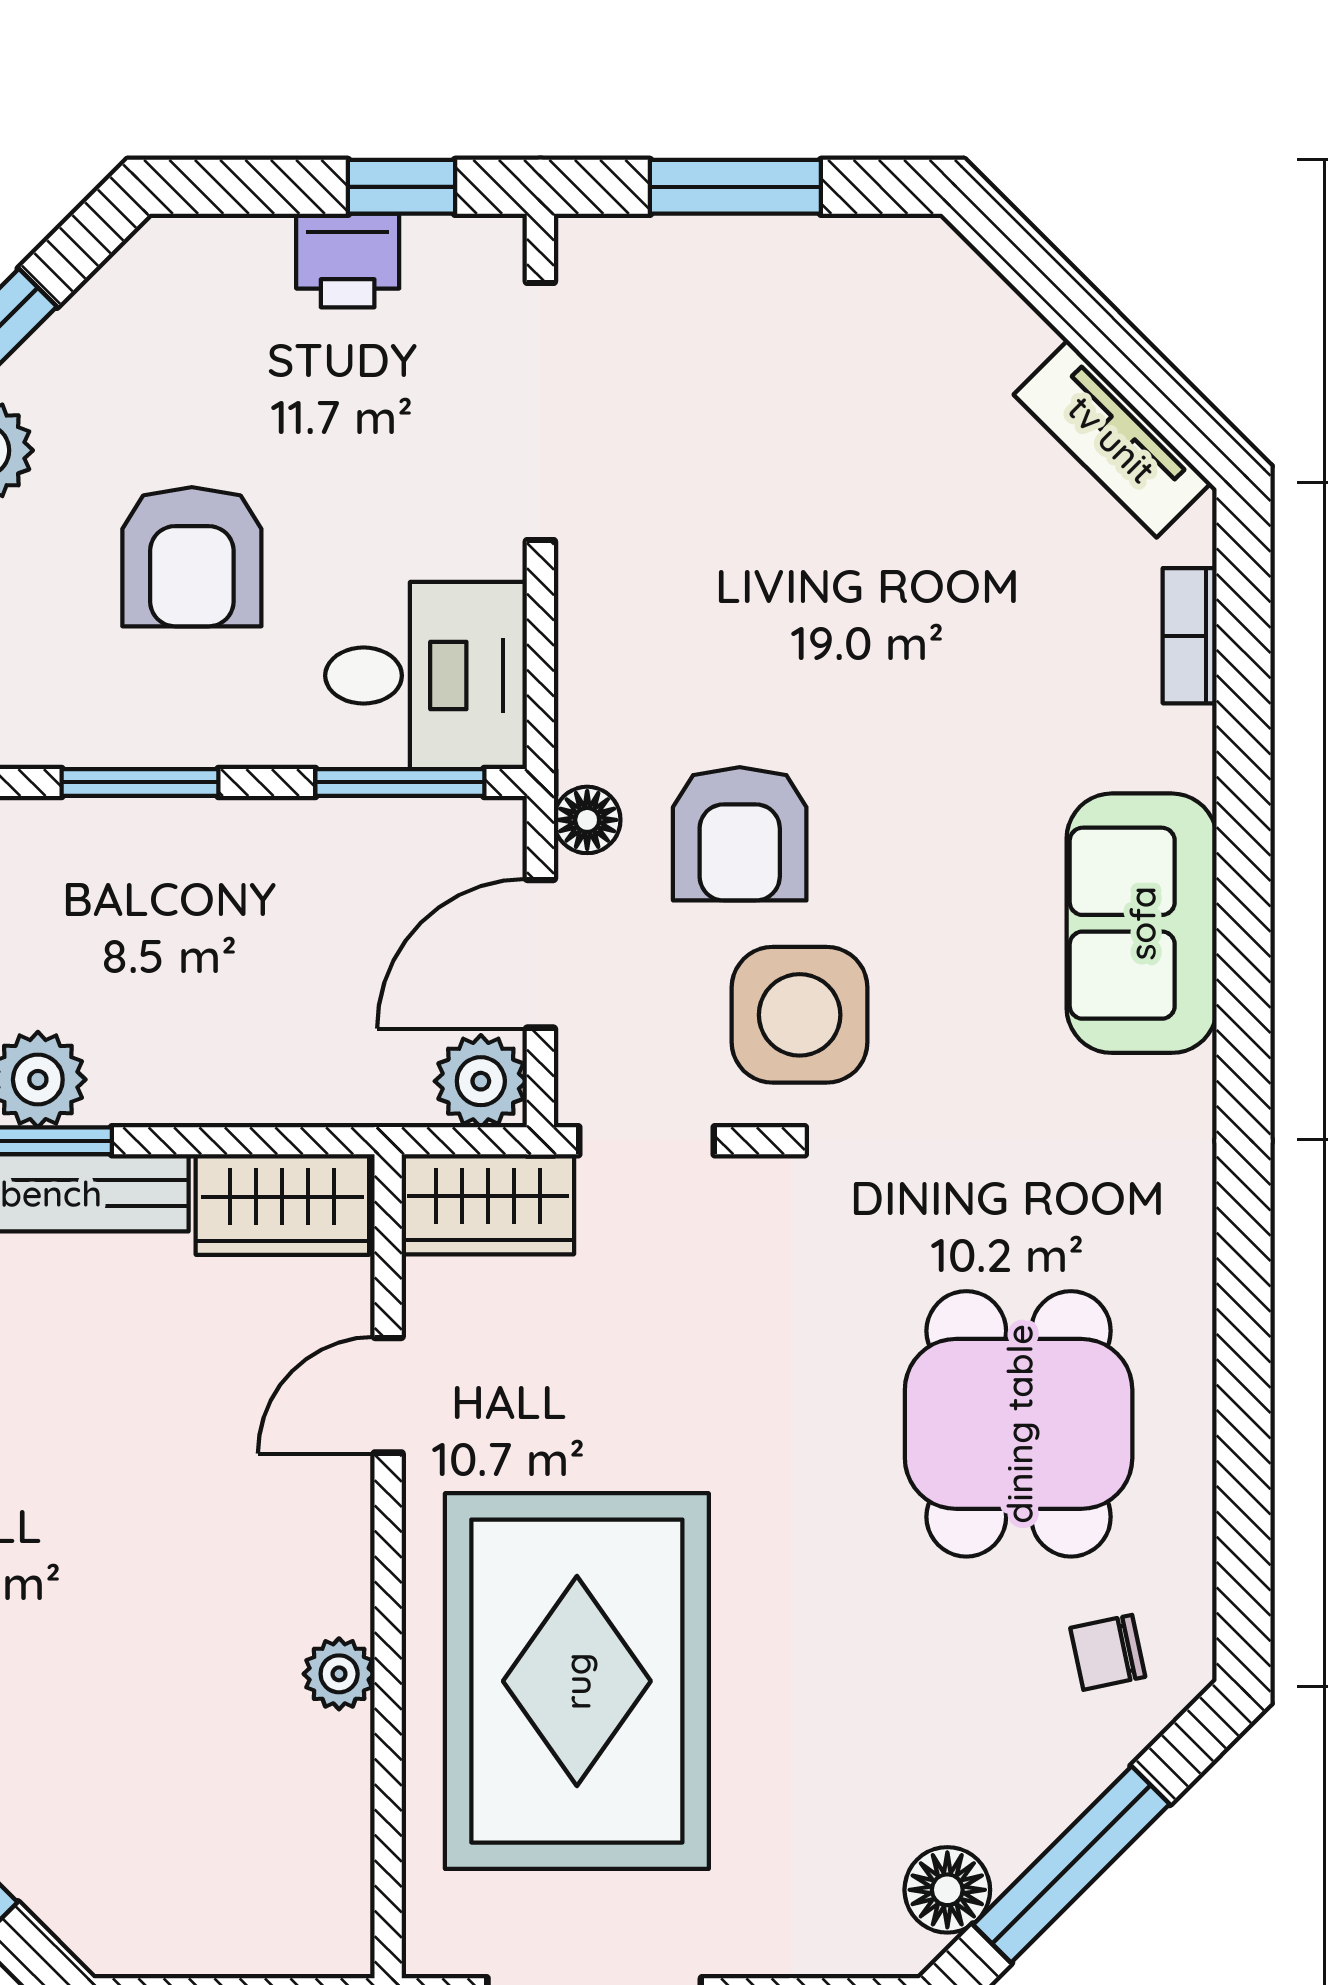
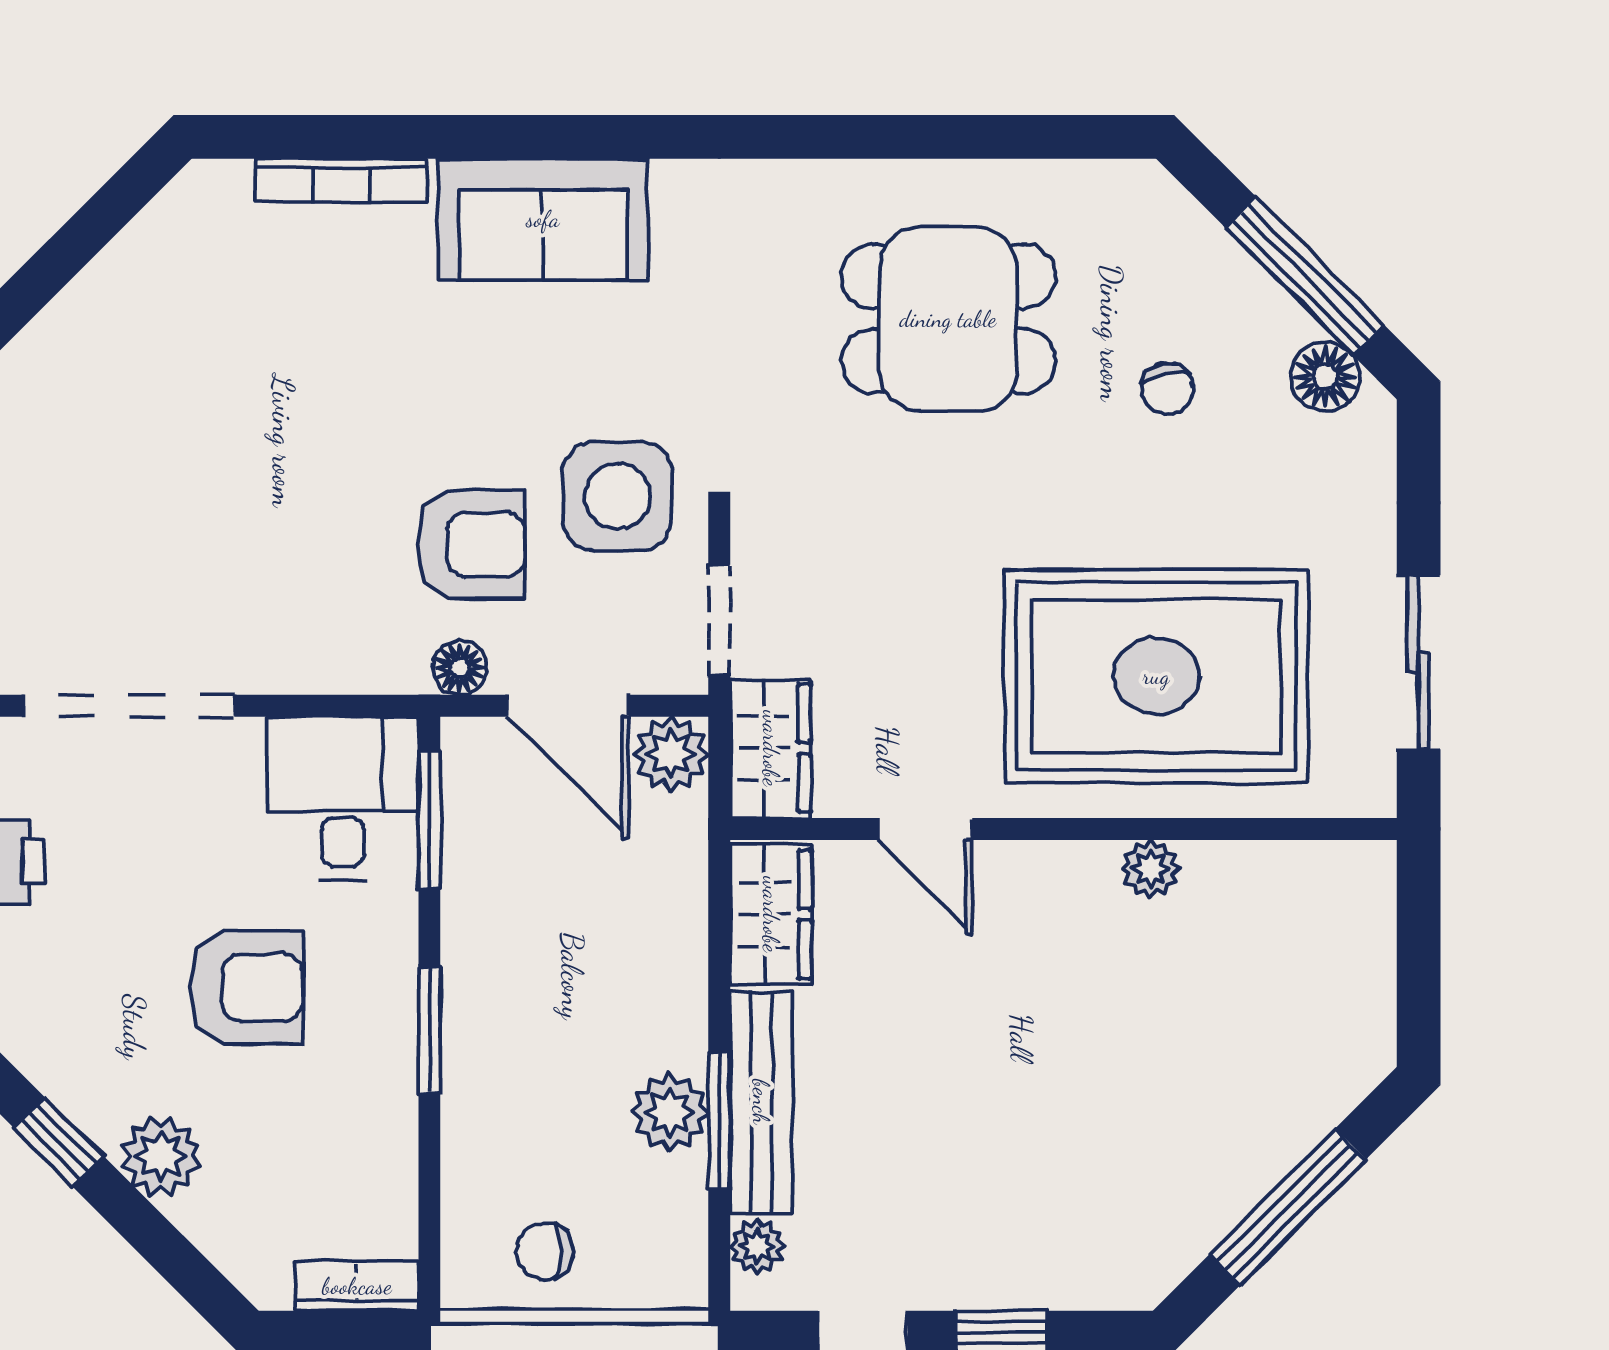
tv unit: (1112, 439) -> (151, 243), removed
bookcase: (1190, 636) -> (341, 180), width x1.56
chair: (1108, 1652) -> (1167, 389), moved

